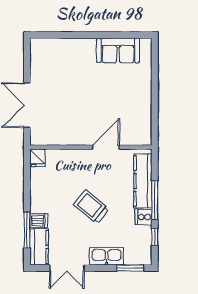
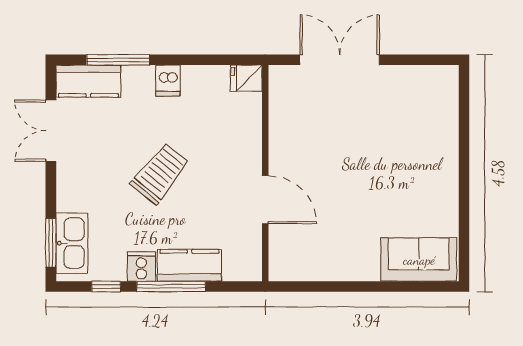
sofa: (118, 50) -> (419, 260), moved, turned 90
kitchen counter: (143, 181) -> (189, 265), width x0.67
dishwasher: (39, 221) -> (168, 81), moved
kitchen sink: (107, 256) -> (72, 243), moved

